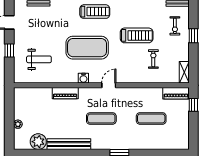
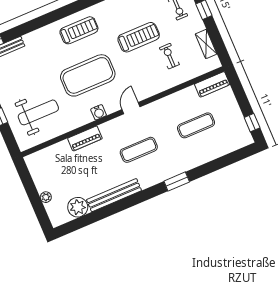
weight bench: (39, 59) -> (38, 112), width x1.36, depth x1.33
shelving: (184, 72) -> (206, 44), moved
window: (193, 105) -> (252, 123), moved

